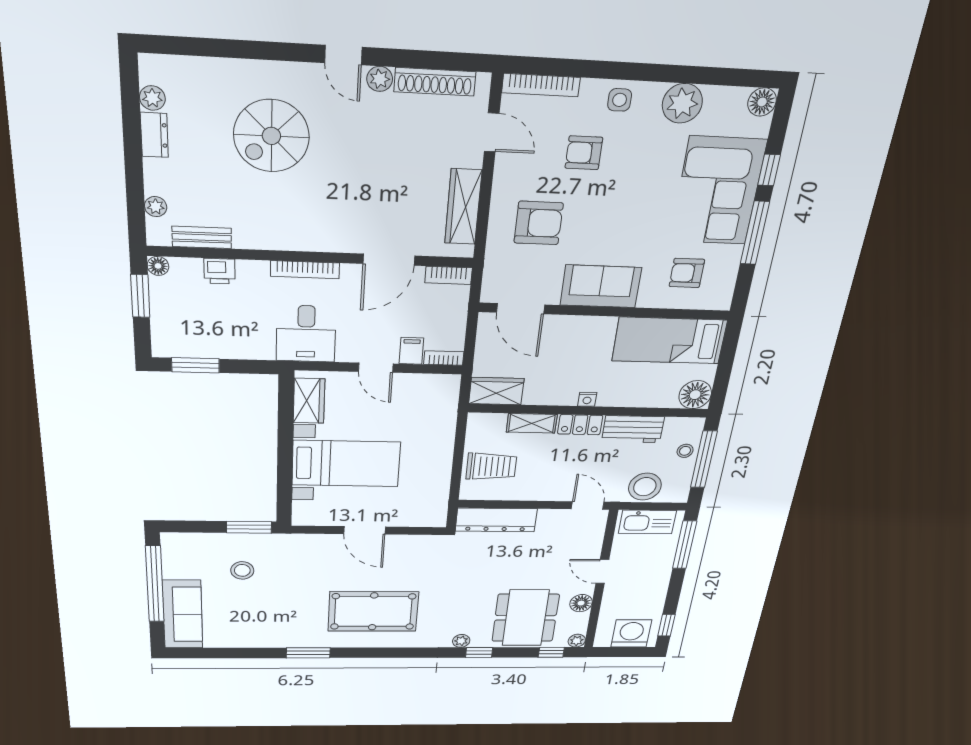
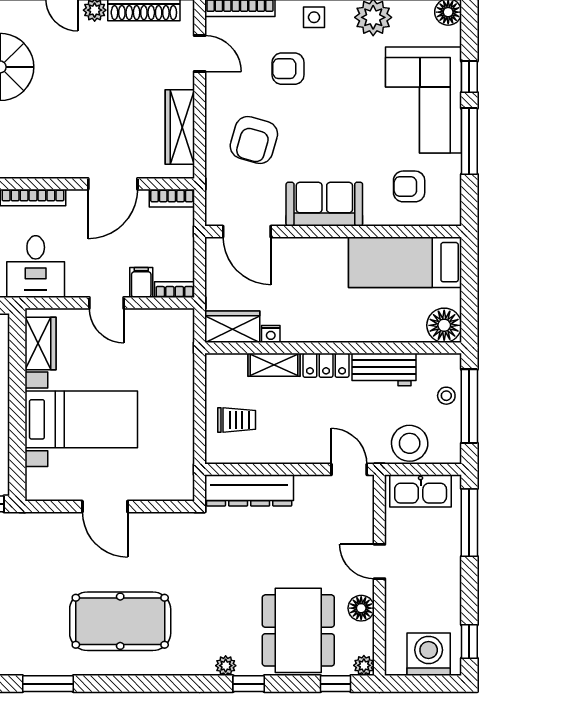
armchair: (539, 223) -> (254, 140), turned 106
nightstand: (587, 399) -> (271, 334), moved
trolley: (491, 466) -> (237, 420), width x0.73, depth x0.72

